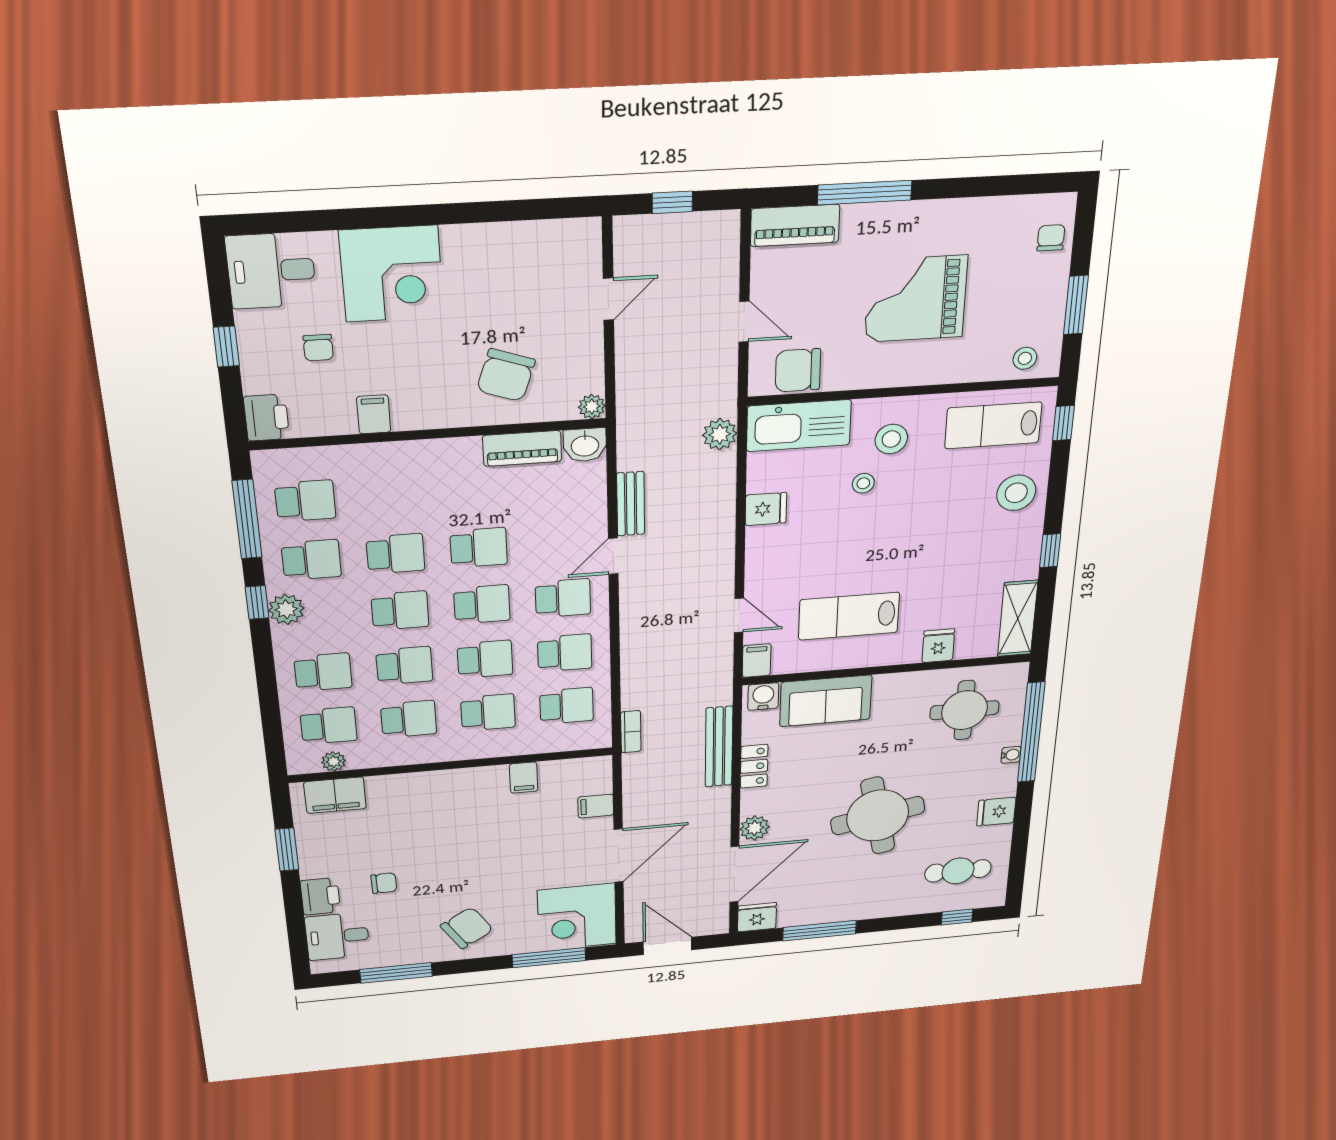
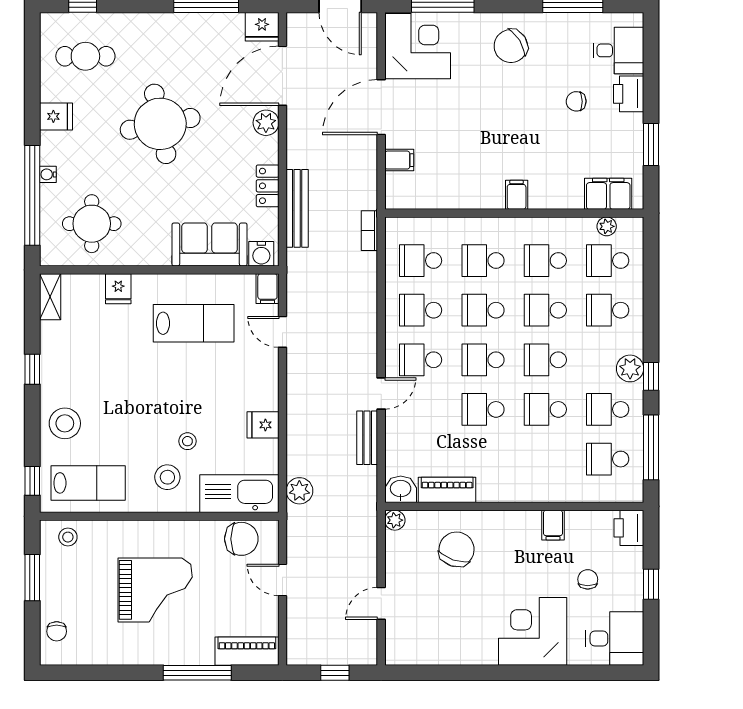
shelving: (1018, 619) -> (50, 297), width x0.67, depth x0.75
filing cabinet: (524, 778) -> (517, 195), moved

